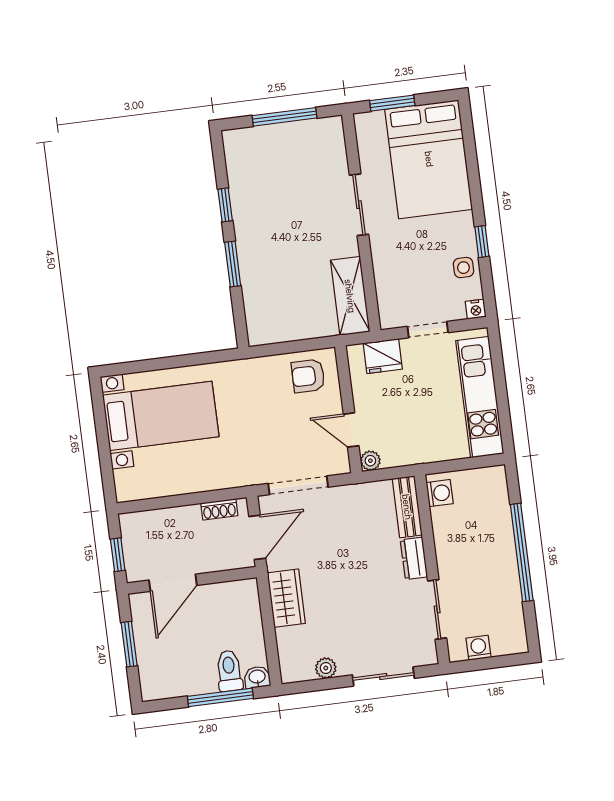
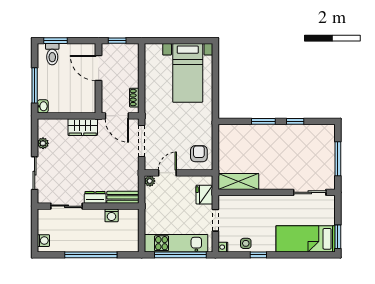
window: (392, 103) -> (338, 237), moved
bed: (429, 159) -> (306, 239), width x0.67
sliding door: (359, 205) -> (310, 192), moved
window: (500, 386) -> (180, 255), added
washing machine: (440, 493) -> (112, 215), moved
window: (129, 644) -> (55, 41), moved
washing machine: (478, 648) -> (43, 241), moved
toilet: (229, 671) -> (52, 54), moved, turned 90

